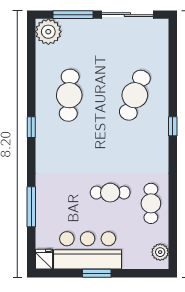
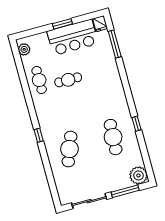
window: (31, 127) -> (136, 124), moved
window: (31, 207) -> (115, 44), moved

